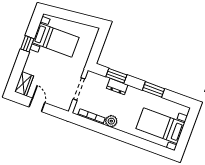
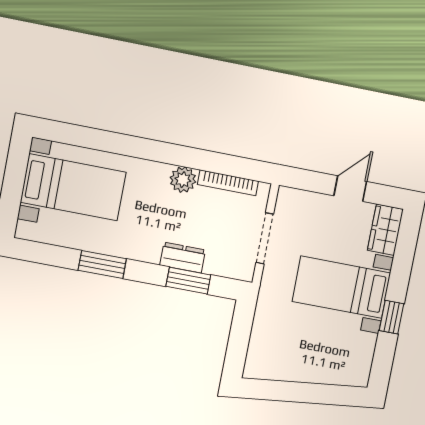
bed with nightstands: (56, 40) -> (341, 287), moved
door: (37, 105) -> (350, 189), swing flipped

